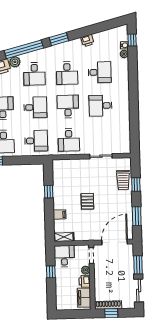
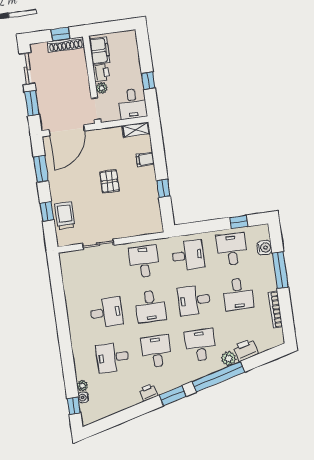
printer: (87, 40) -> (149, 392), moved
desk: (36, 141) -> (188, 255), turned 180

